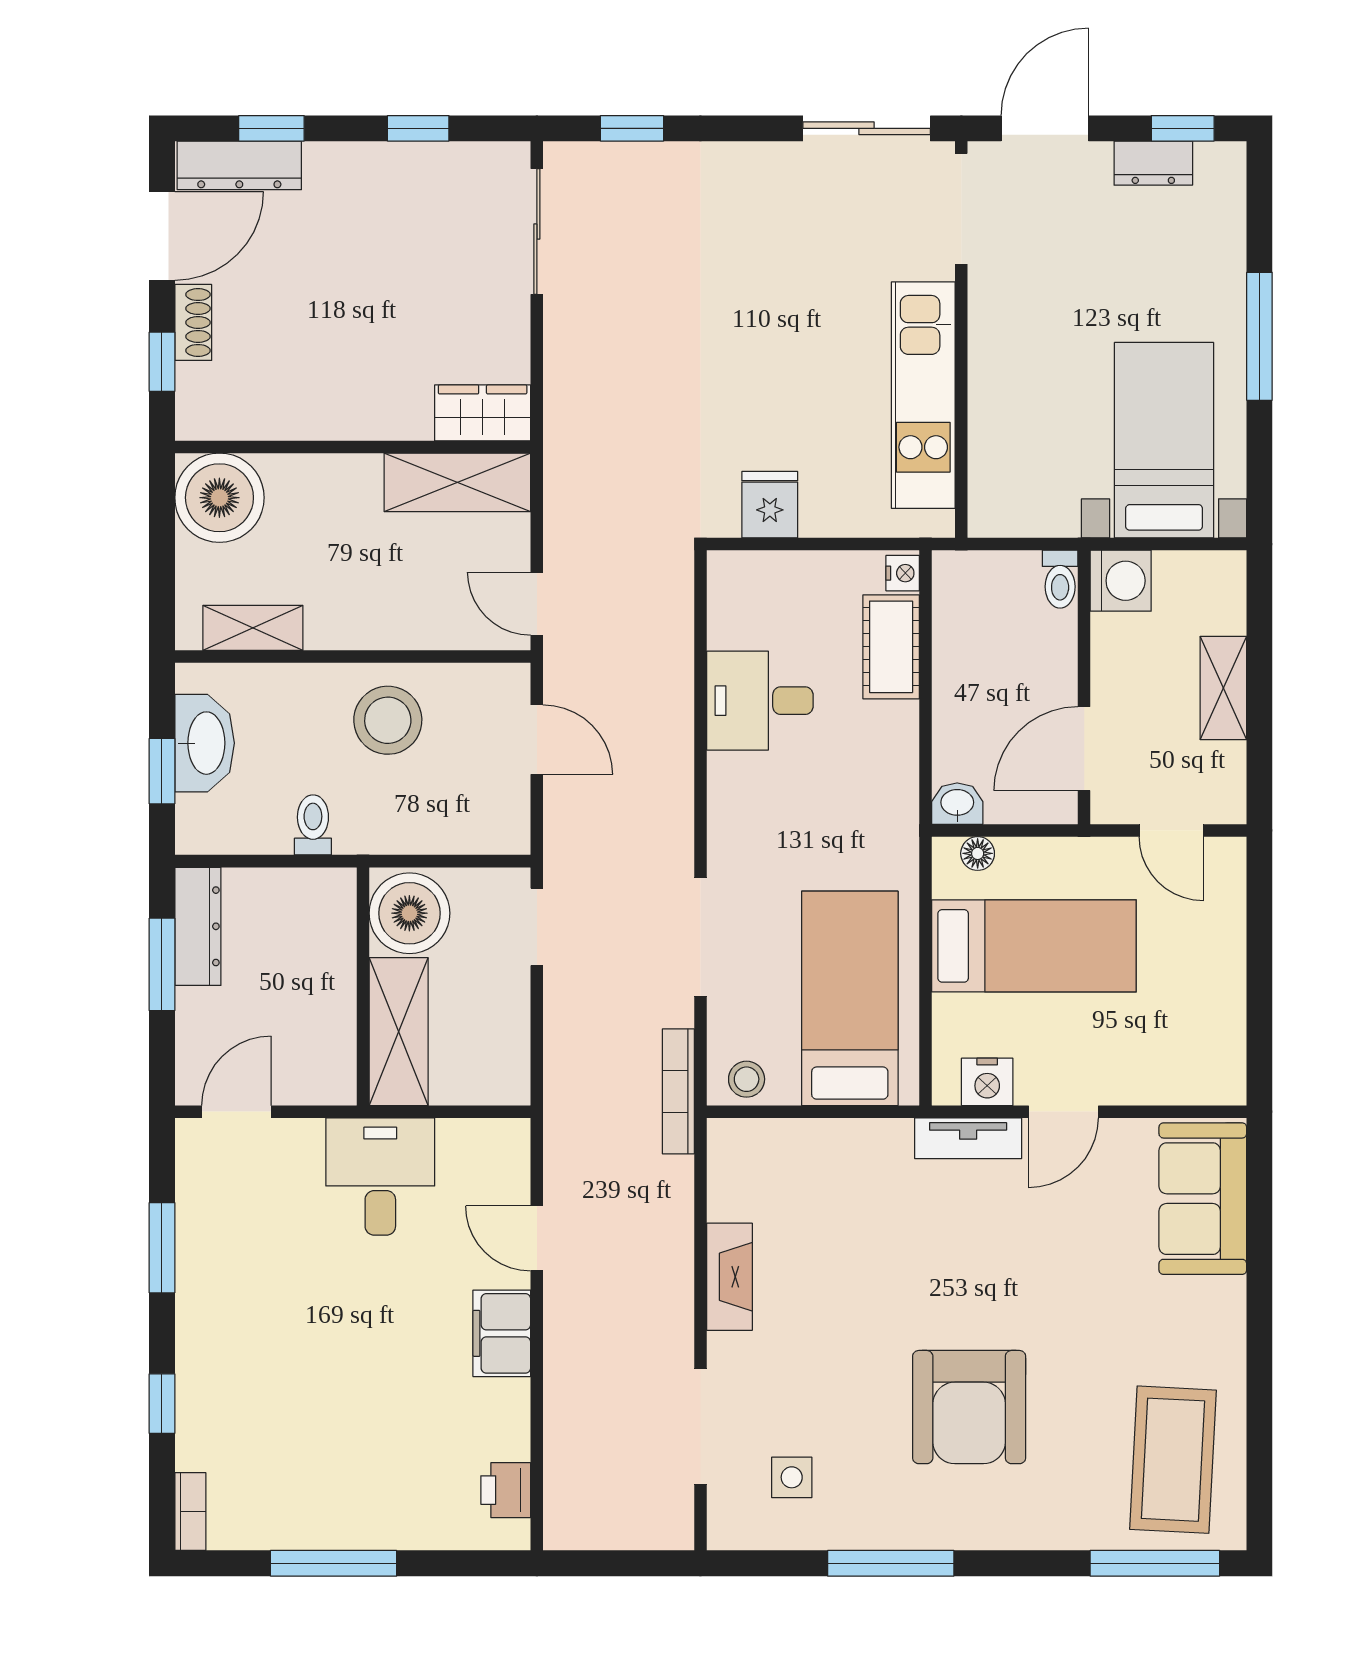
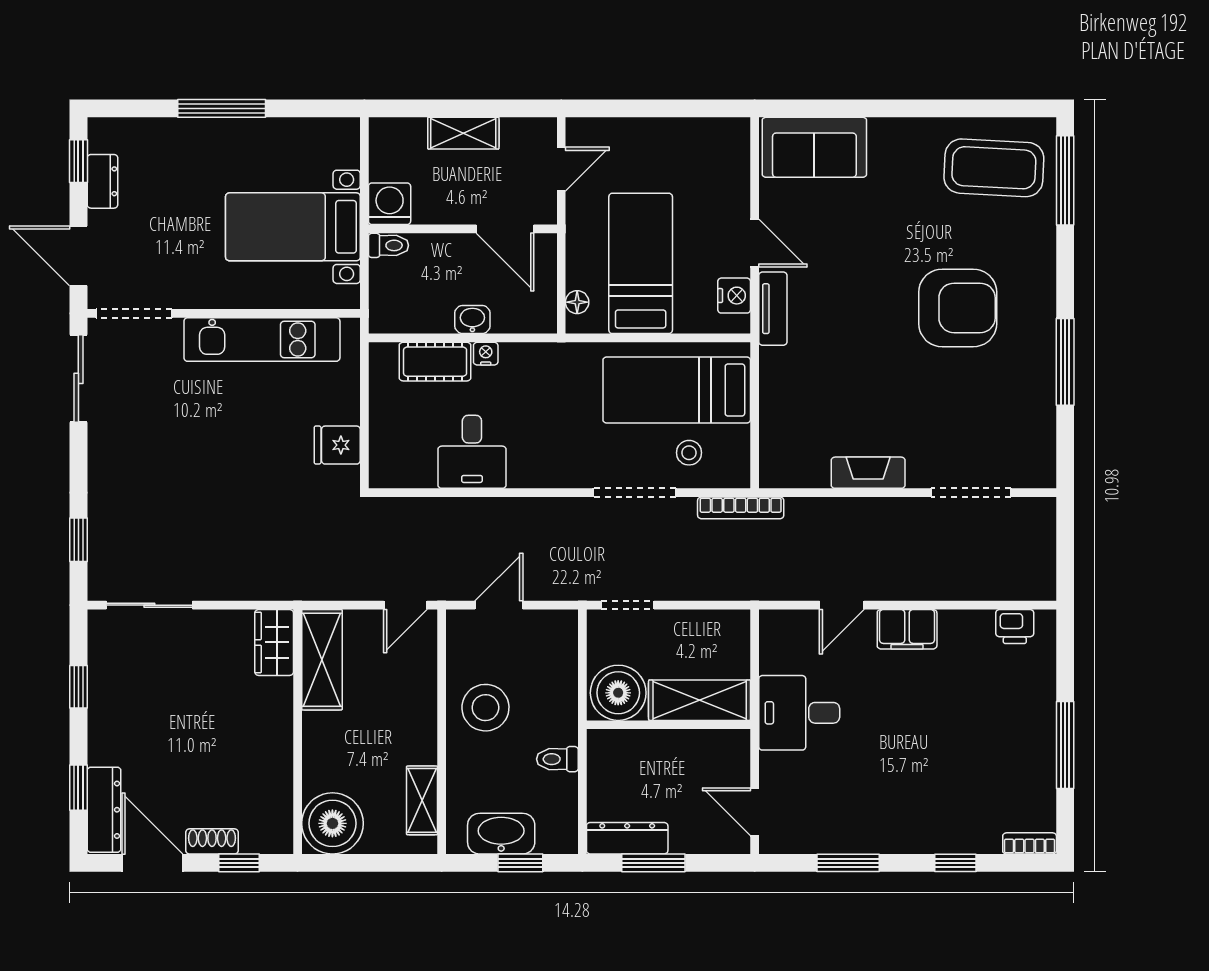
bed with nightstands: (1164, 440) -> (293, 227), moved
nightstand: (903, 573) -> (486, 354), moved
washbasin: (957, 804) -> (472, 320), moved, turned 90
stool: (747, 1079) -> (689, 453), moved
side table: (792, 1477) -> (1006, 430), removed

